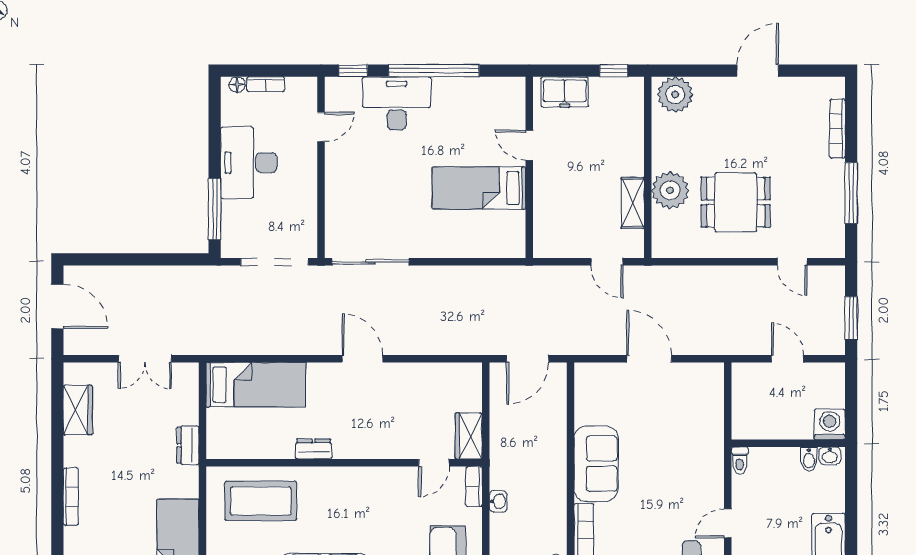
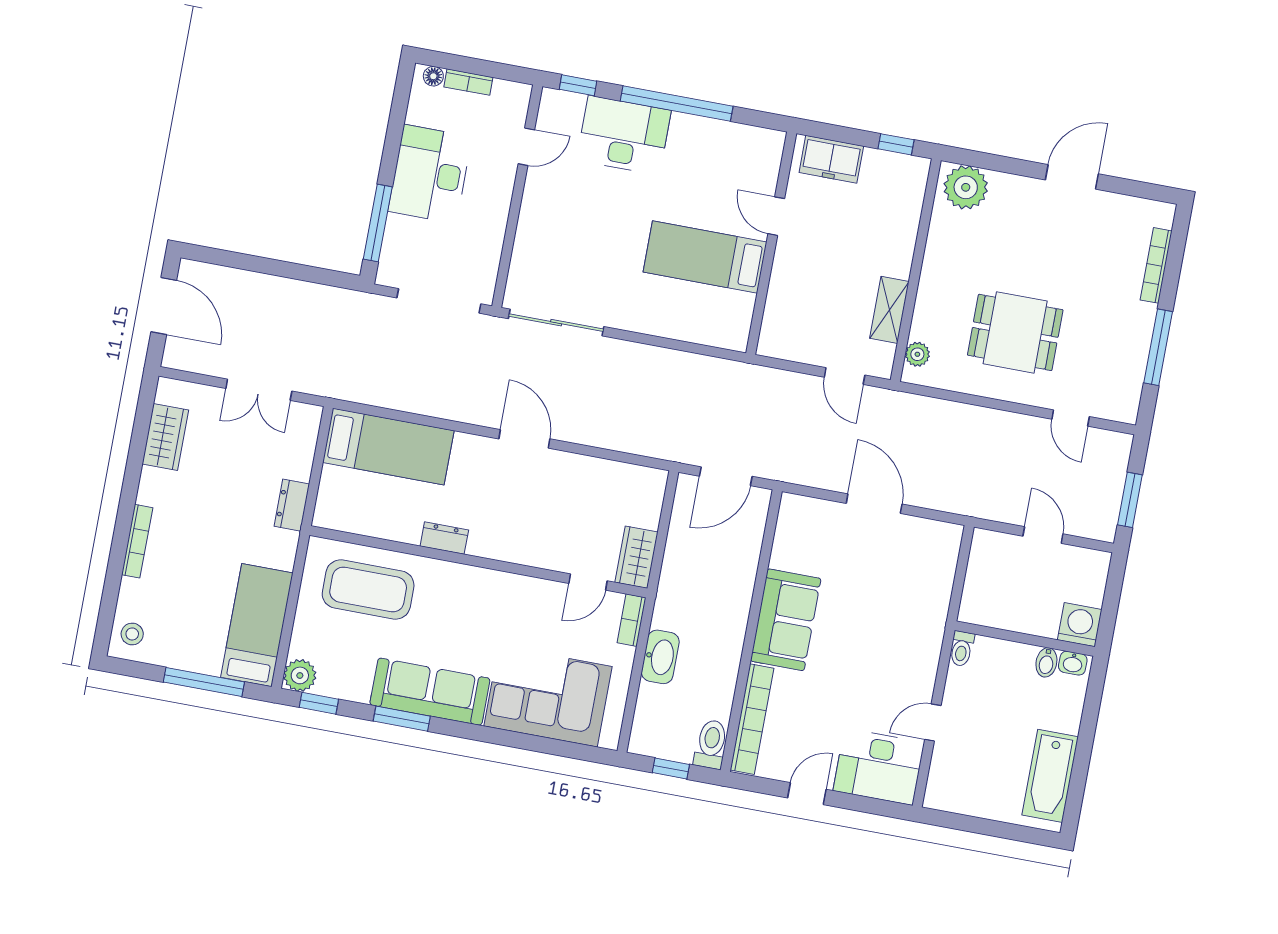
plant: (670, 190) -> (917, 354), moved, width x0.53, depth x0.53
washbasin: (498, 501) -> (660, 657), width x1.91, depth x1.45

